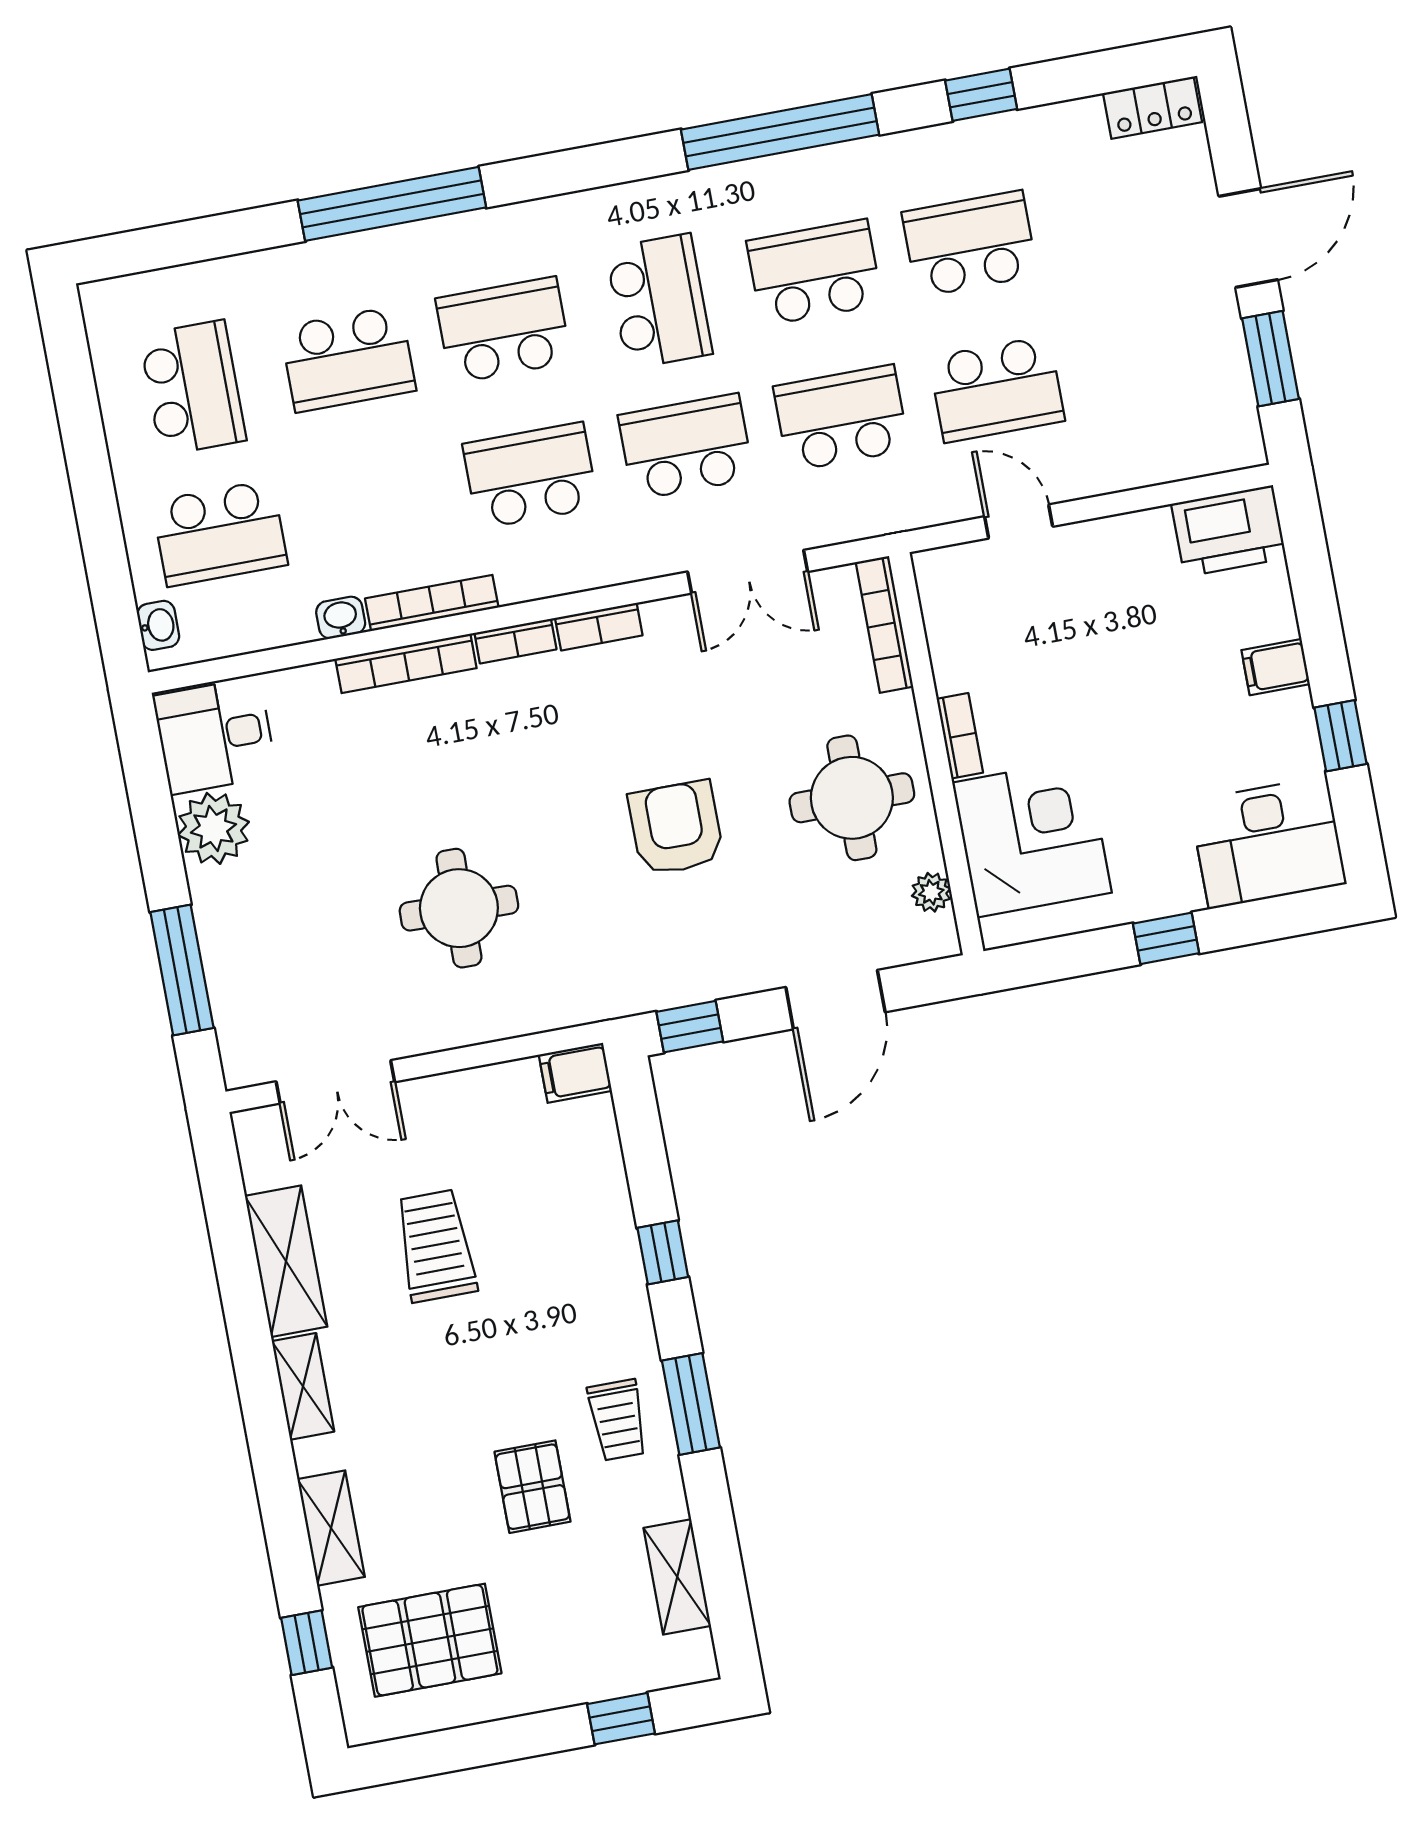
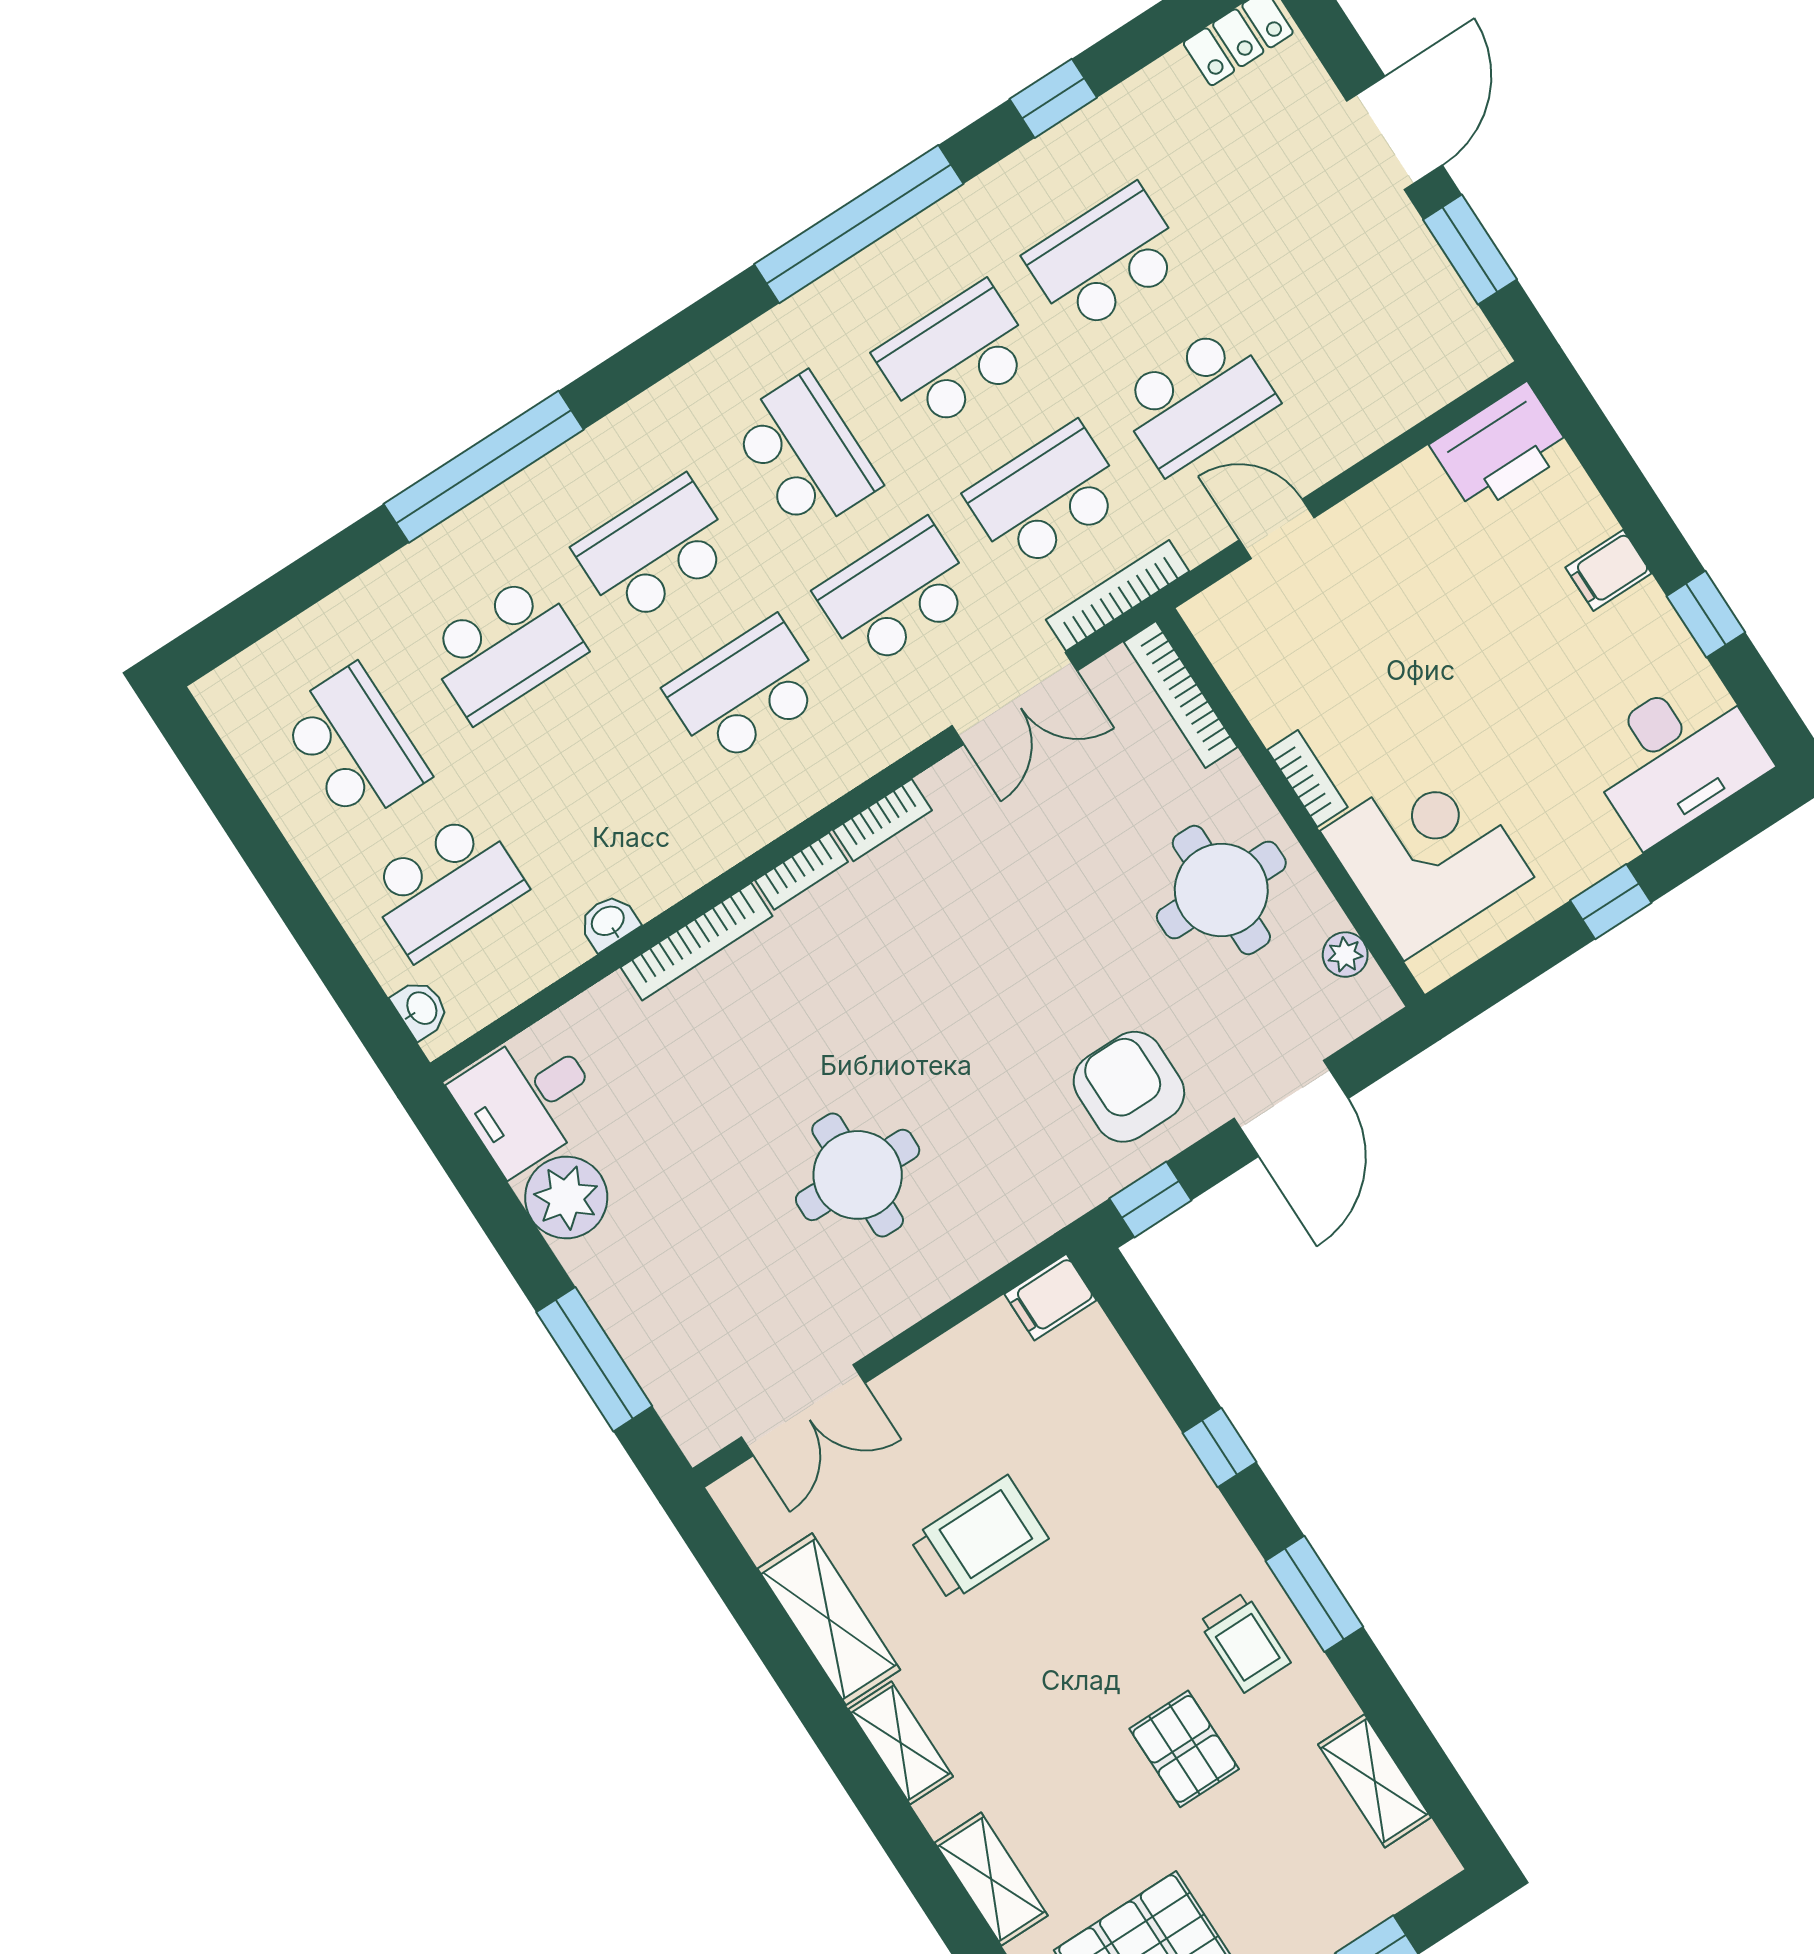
bookcase: (432, 603) -> (1118, 595), moved
armchair: (676, 828) -> (1129, 1087), moved
trolley: (436, 1246) -> (979, 1539), turned 90

